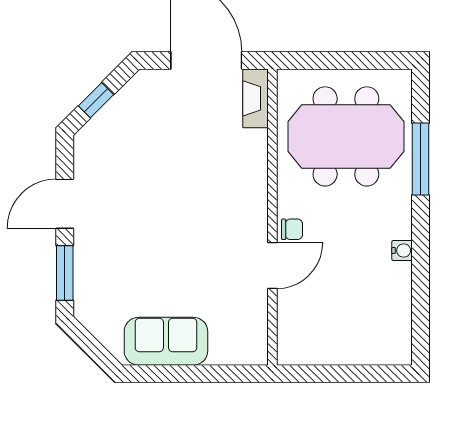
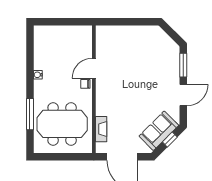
fireplace: (255, 98) -> (101, 129), moved
sofa: (166, 341) -> (159, 131), moved, turned 135

